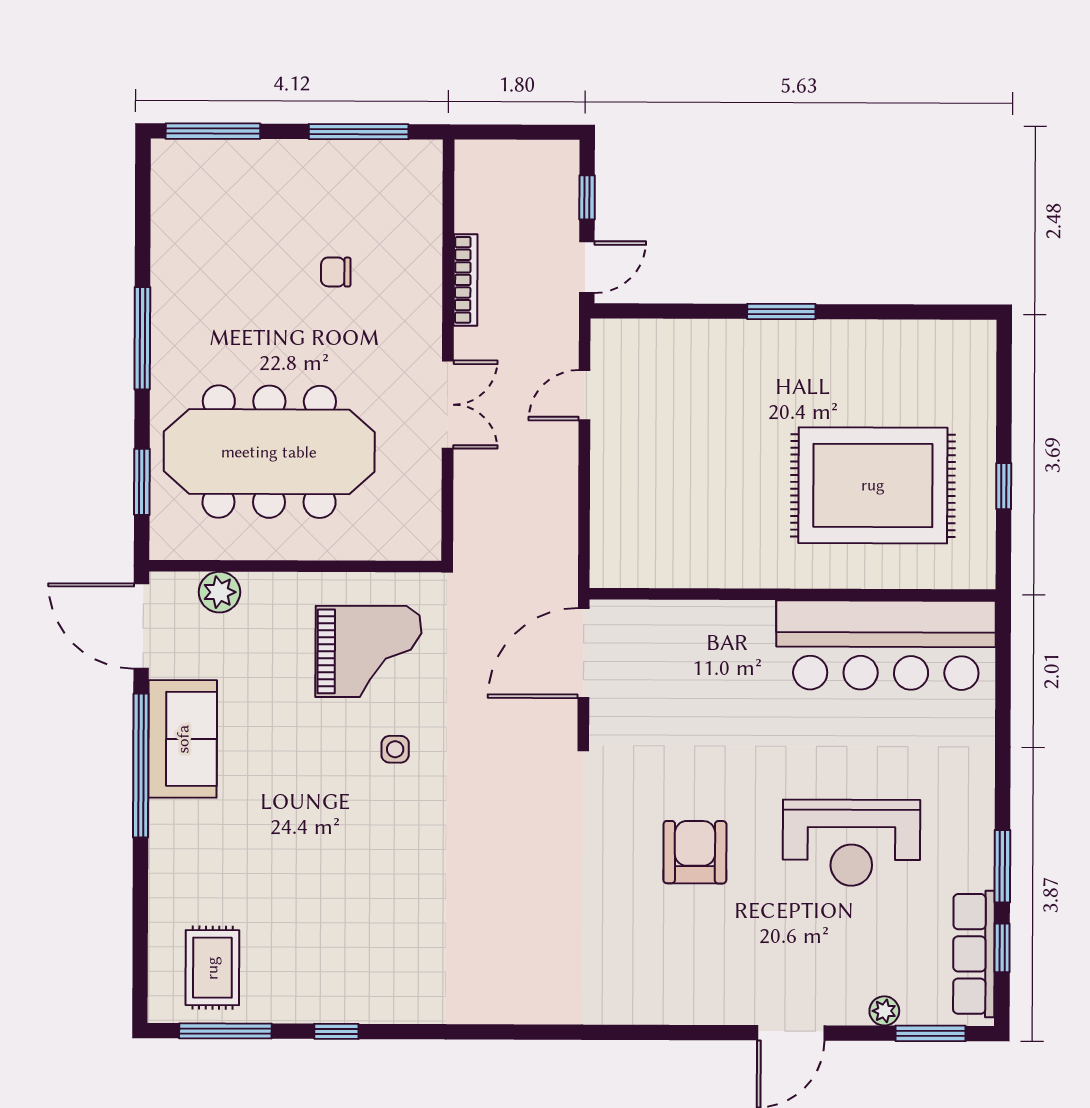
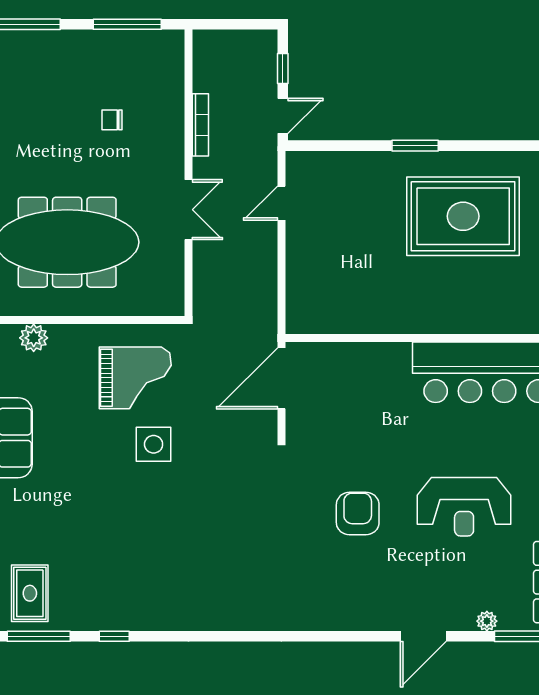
rug: (873, 485) -> (463, 216), moved
side table: (395, 749) -> (154, 444), width x1.87, depth x1.87

